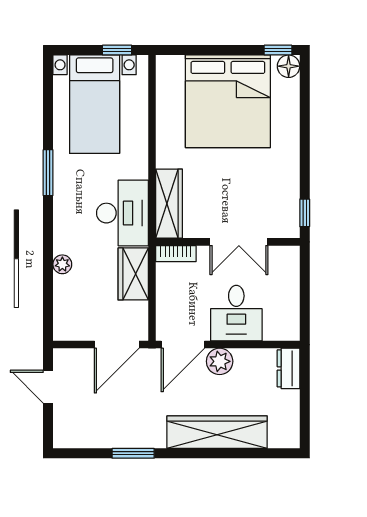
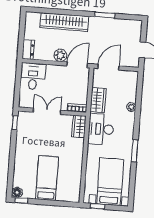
bed: (228, 101) -> (47, 178), width x0.49
wardrobe: (169, 204) -> (79, 126), width x0.67
desk: (236, 313) -> (33, 76), moved

